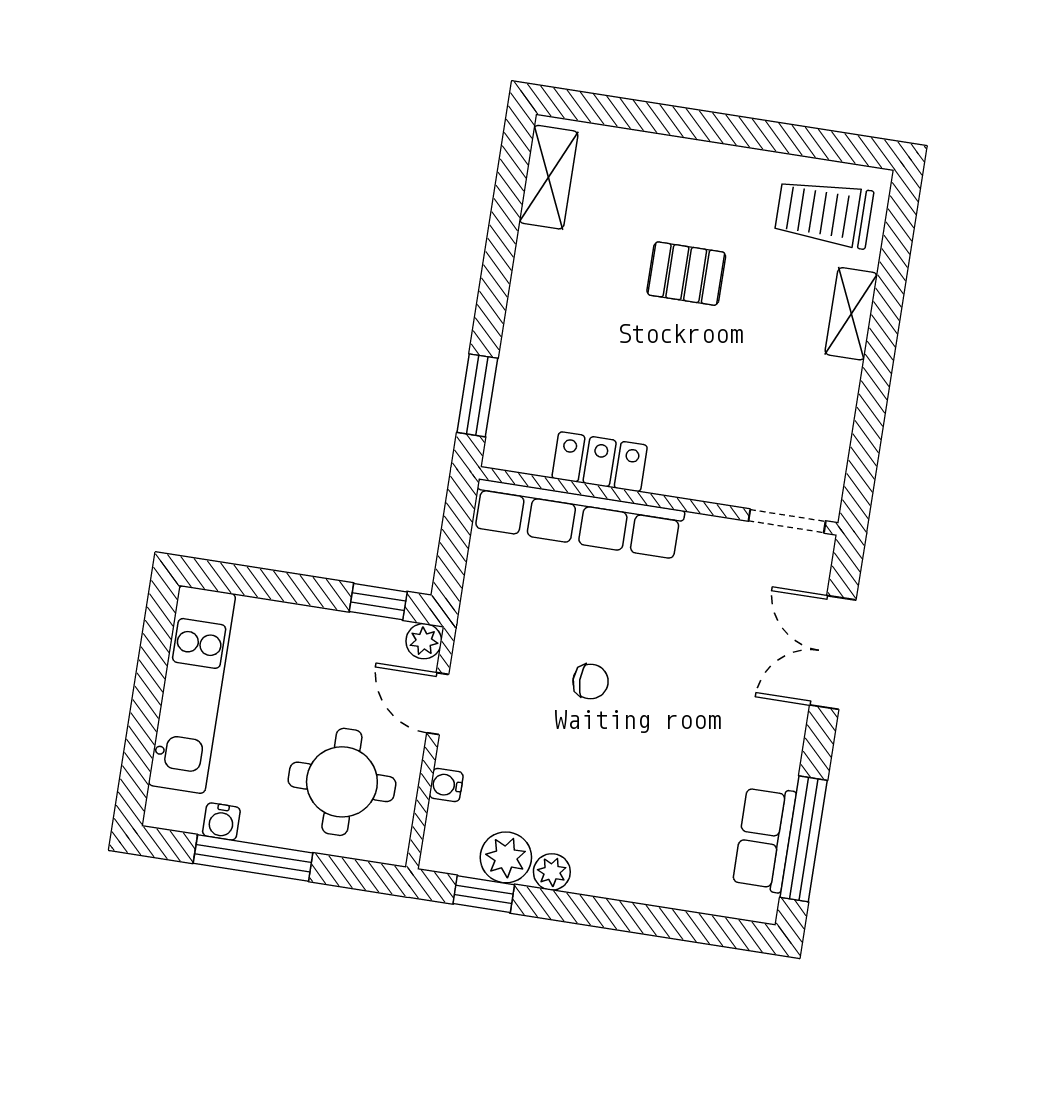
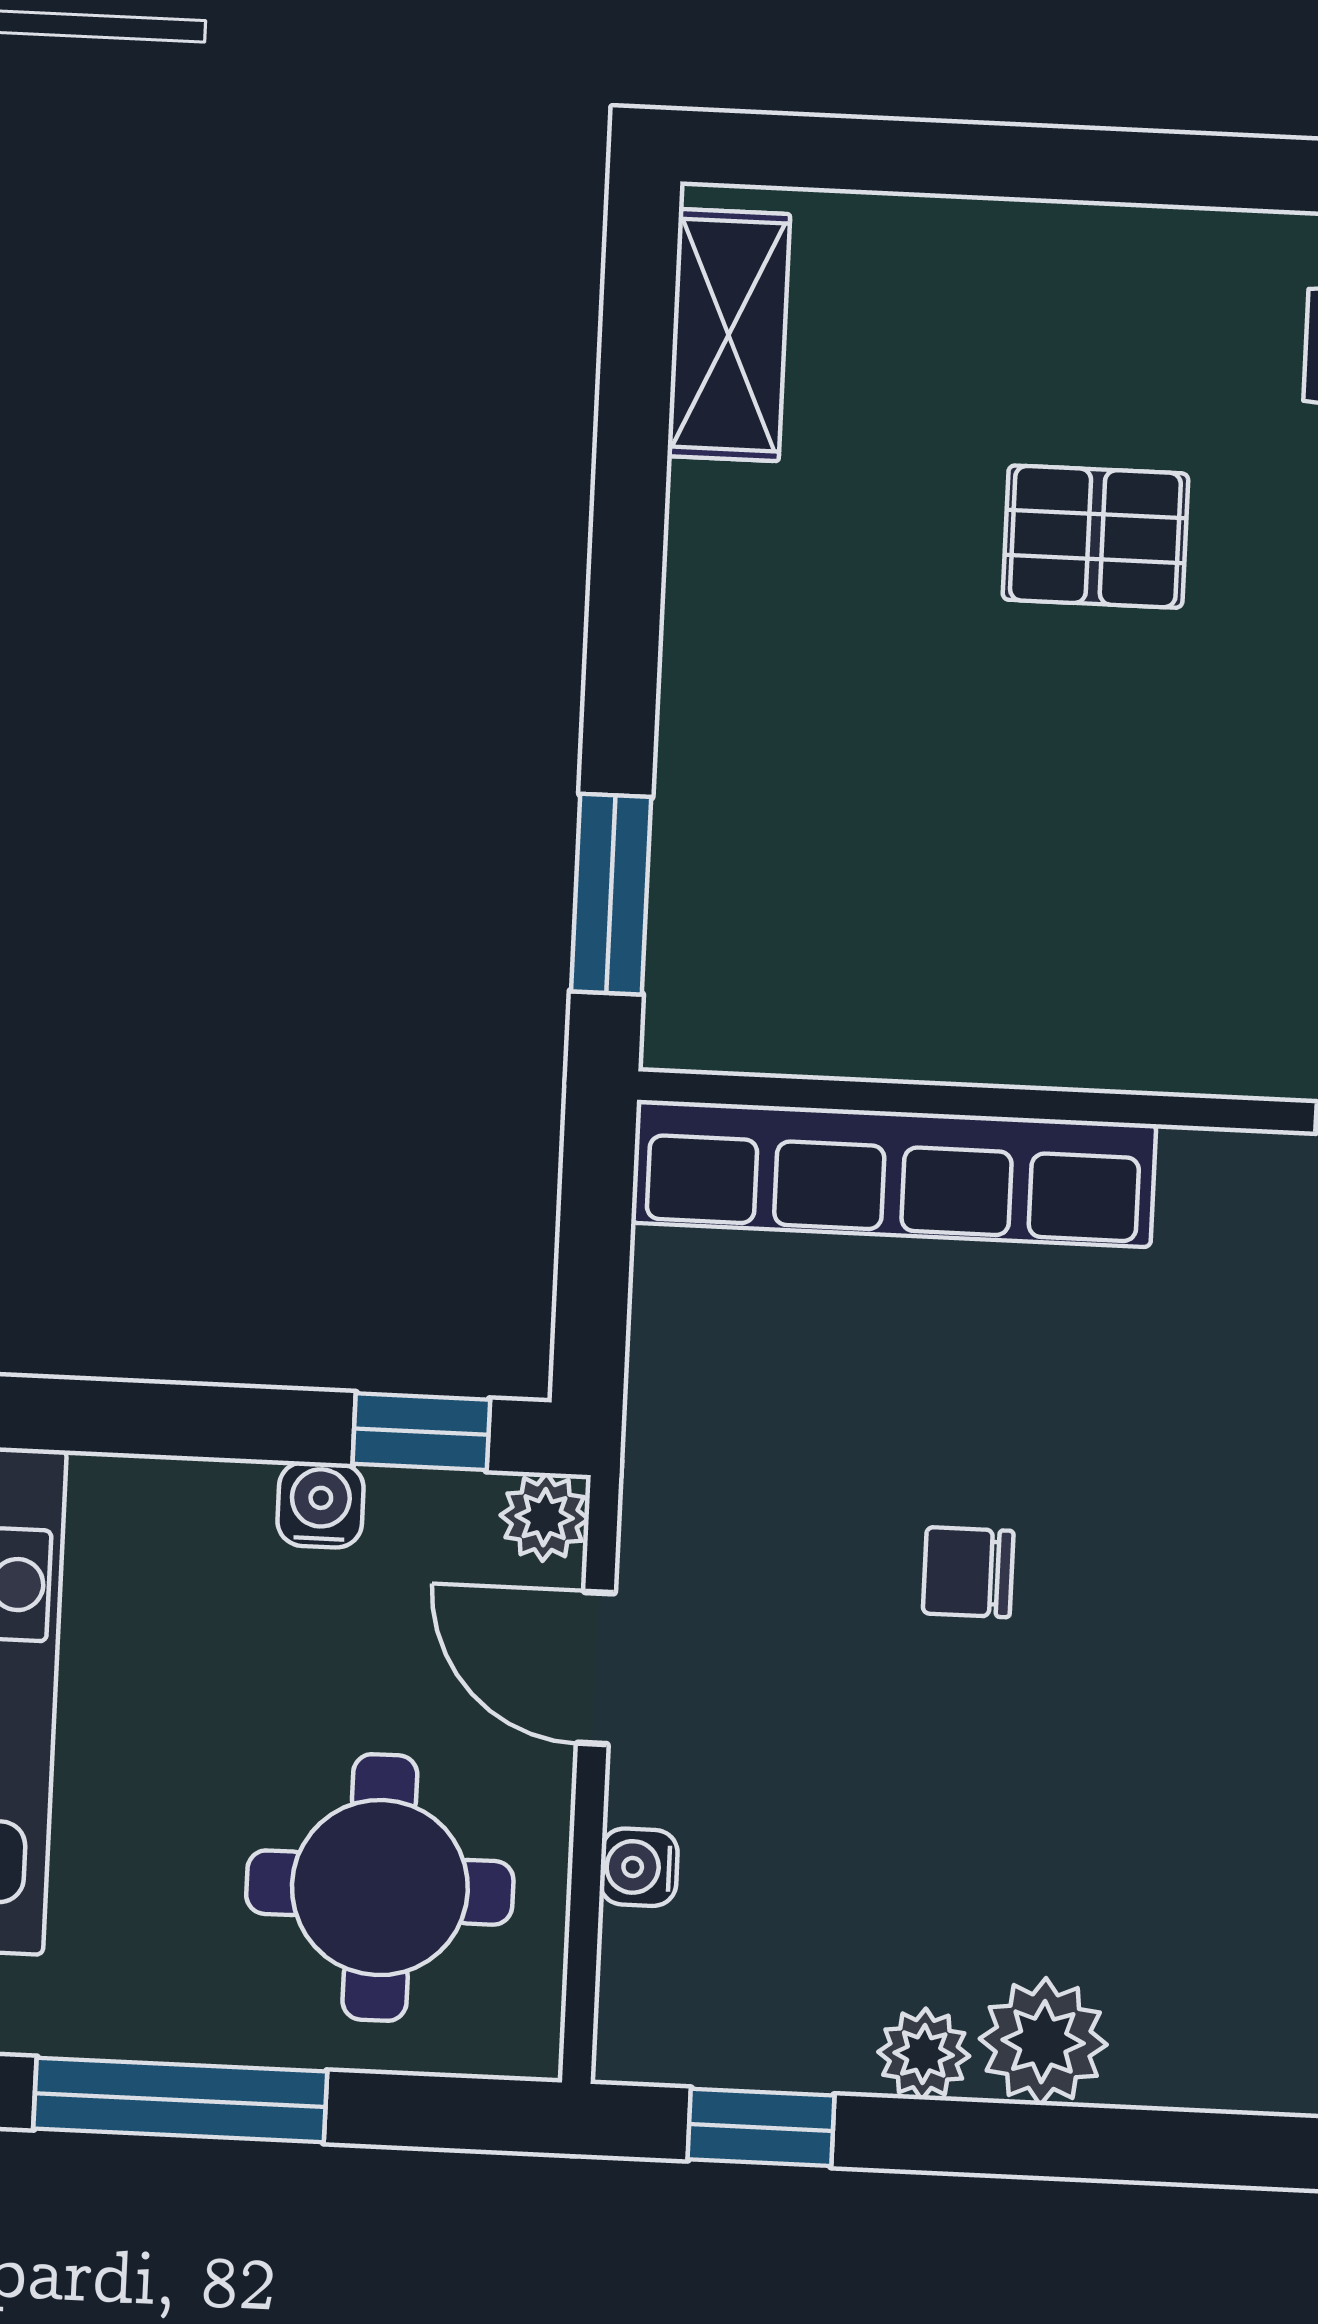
locker: (600, 462) -> (932, 1026), removed
chair: (591, 681) -> (968, 1572), turned 180
water cooler: (221, 822) -> (321, 1505), moved, turned 180
plant: (506, 857) -> (1043, 2042), moved

